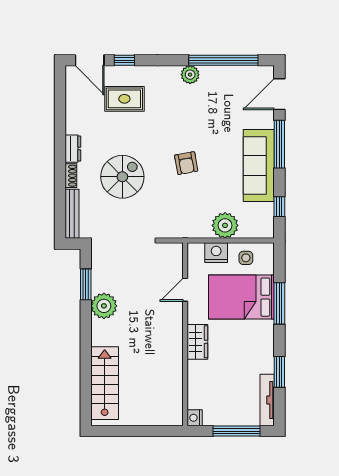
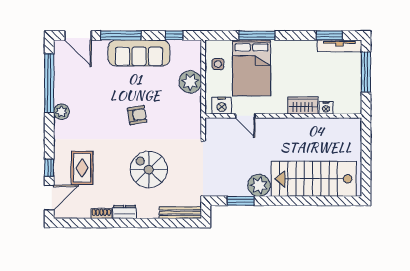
shoe rack: (71, 176) -> (101, 214), moved
nightstand: (216, 253) -> (222, 106), moved, turned -90
wardrobe: (197, 342) -> (303, 106), moved
window: (279, 372) -> (329, 35), moved
stairs: (105, 383) -> (314, 179), width x1.36, depth x1.51
nightstand: (195, 418) -> (326, 108), moved

